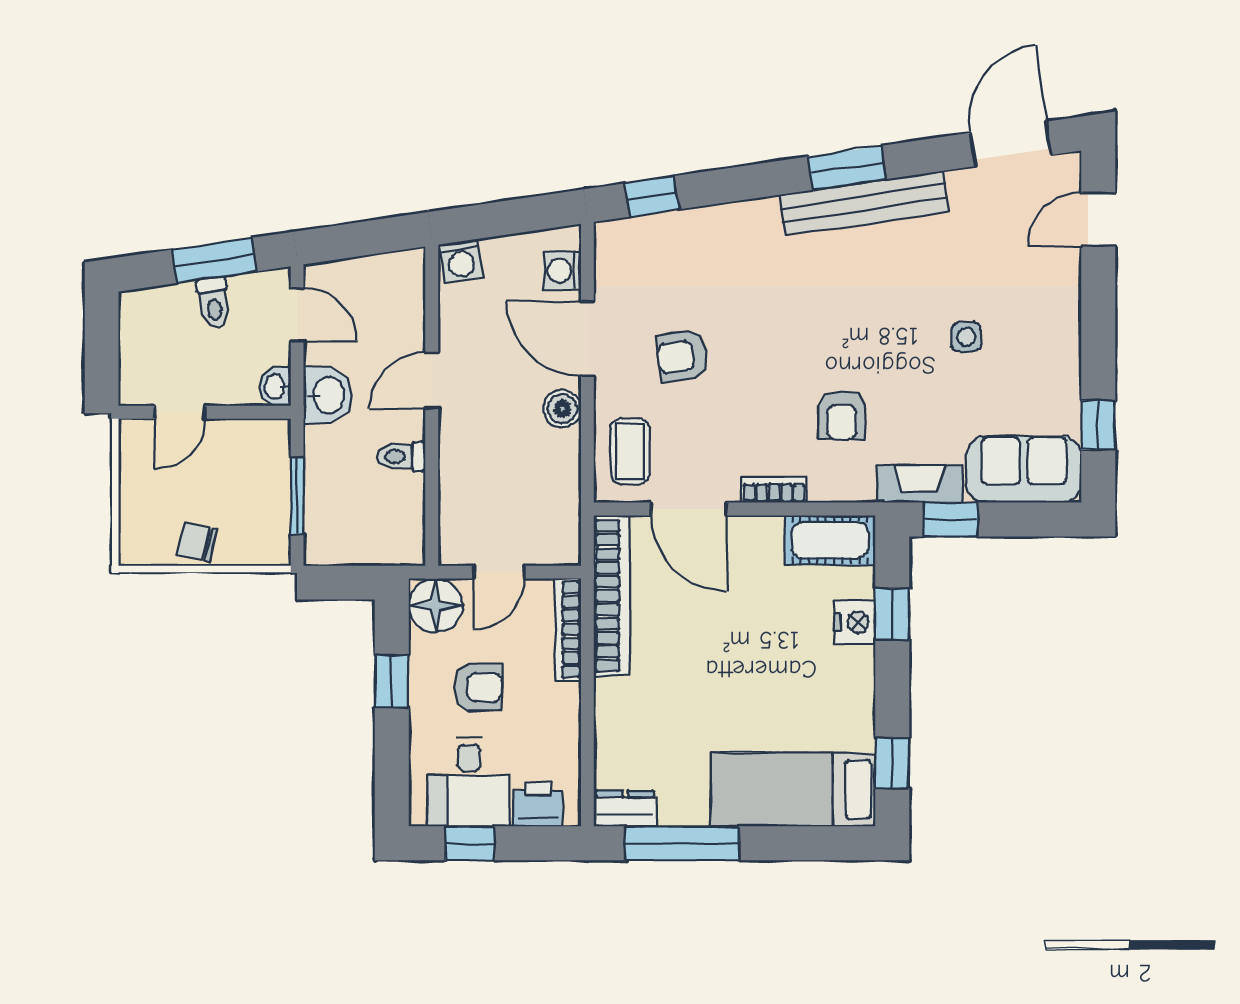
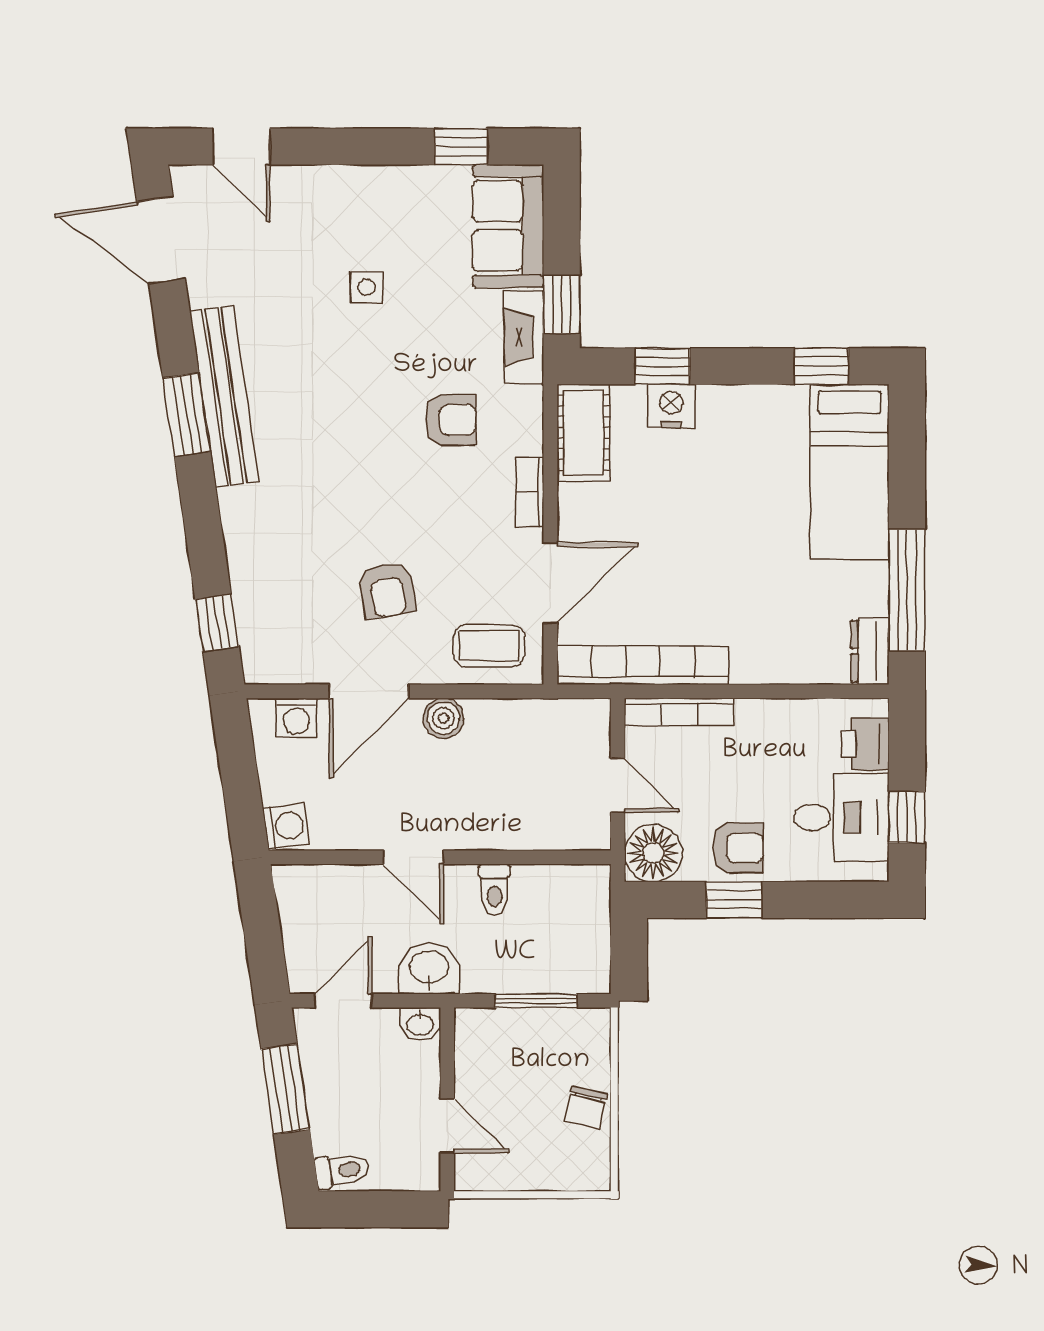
toilet: (214, 303) -> (342, 1170), moved
armchair: (478, 687) -> (738, 848), moved, turned 90

